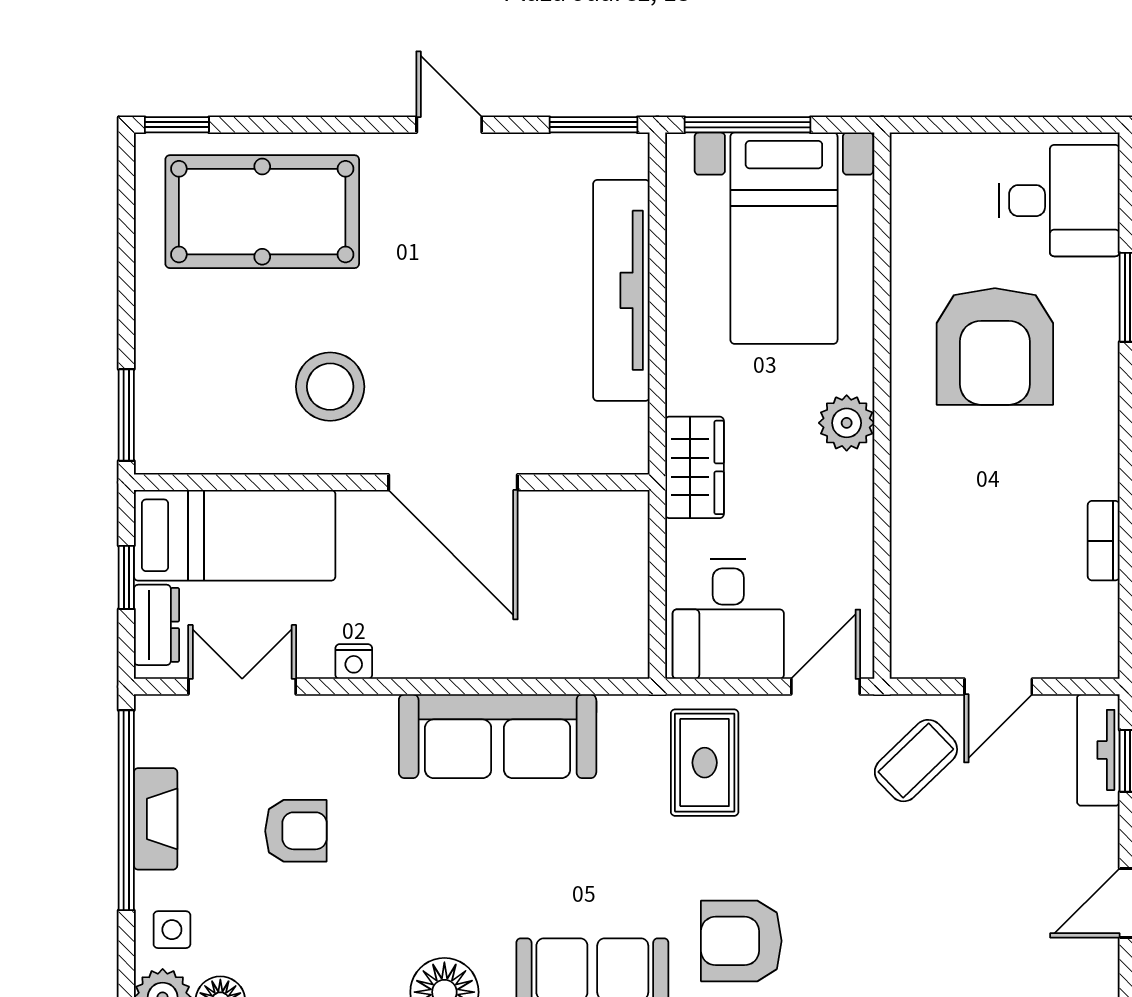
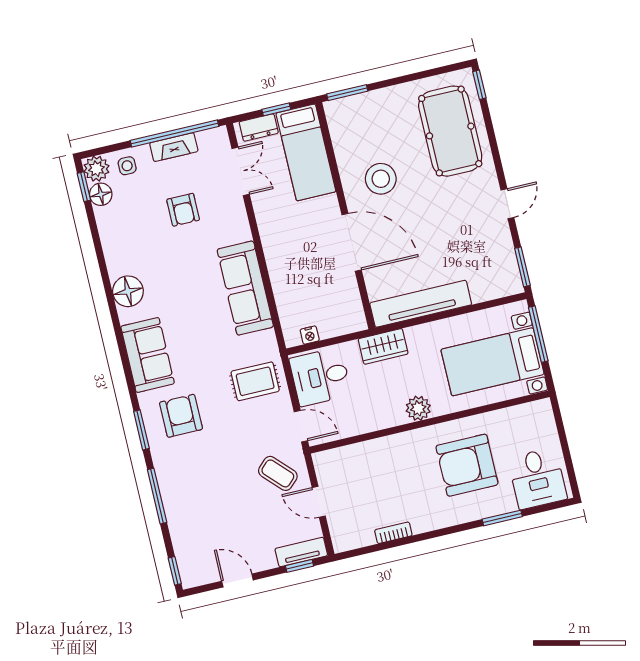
tv unit: (621, 290) -> (421, 304), moved
door: (453, 482) -> (352, 242), swing flipped
nightstand: (354, 662) -> (310, 335), moved, turned -90

